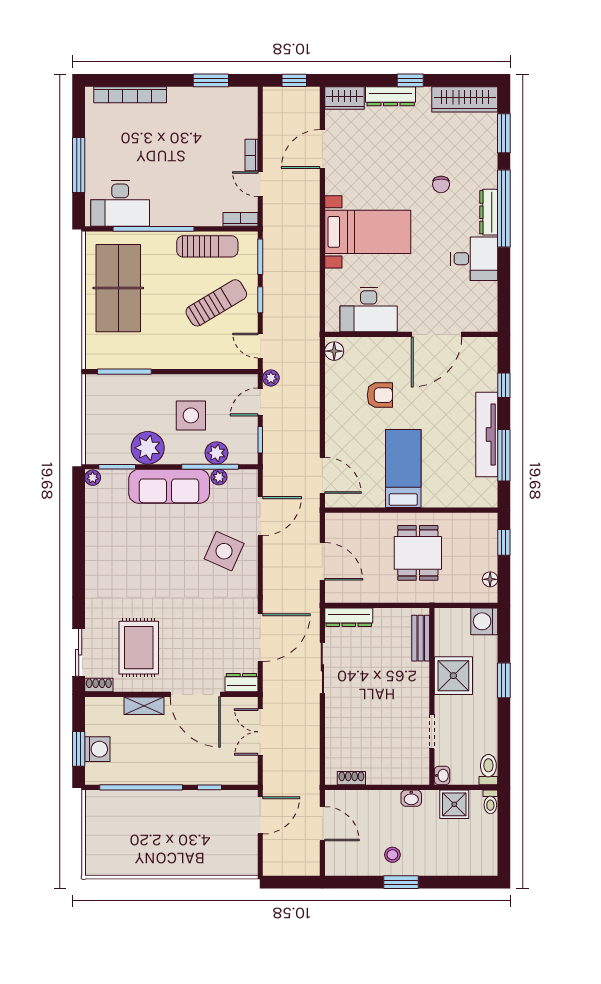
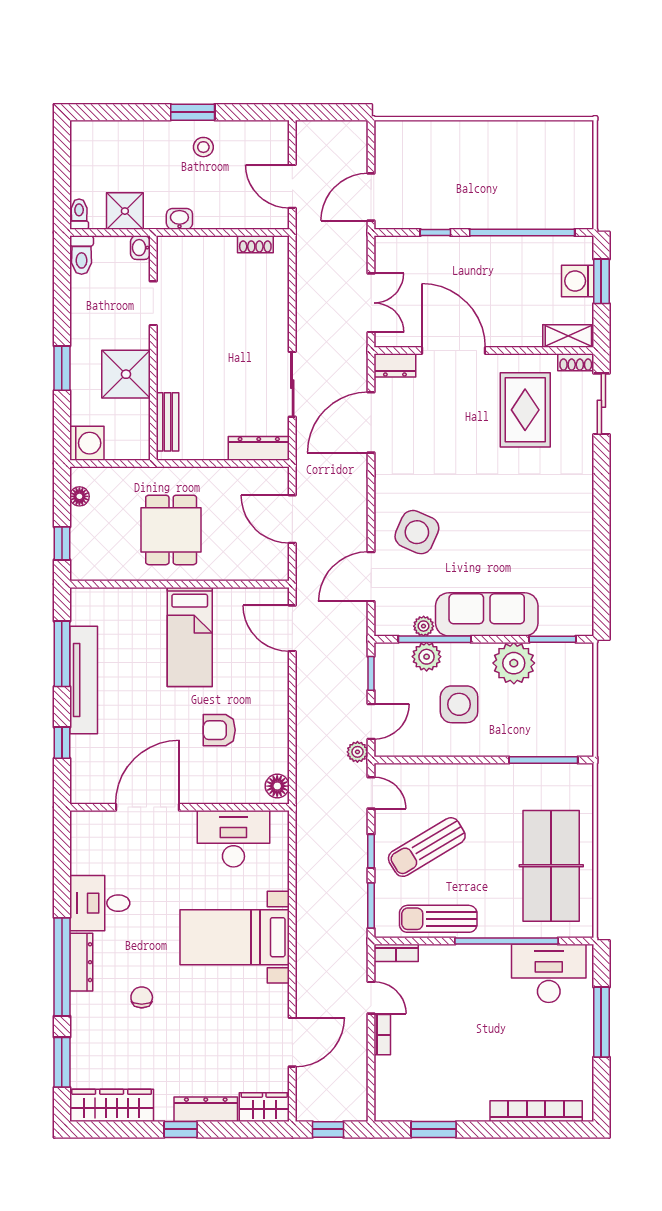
plant: (93, 478) -> (584, 625), removed
shelving: (144, 706) -> (568, 336), moved

